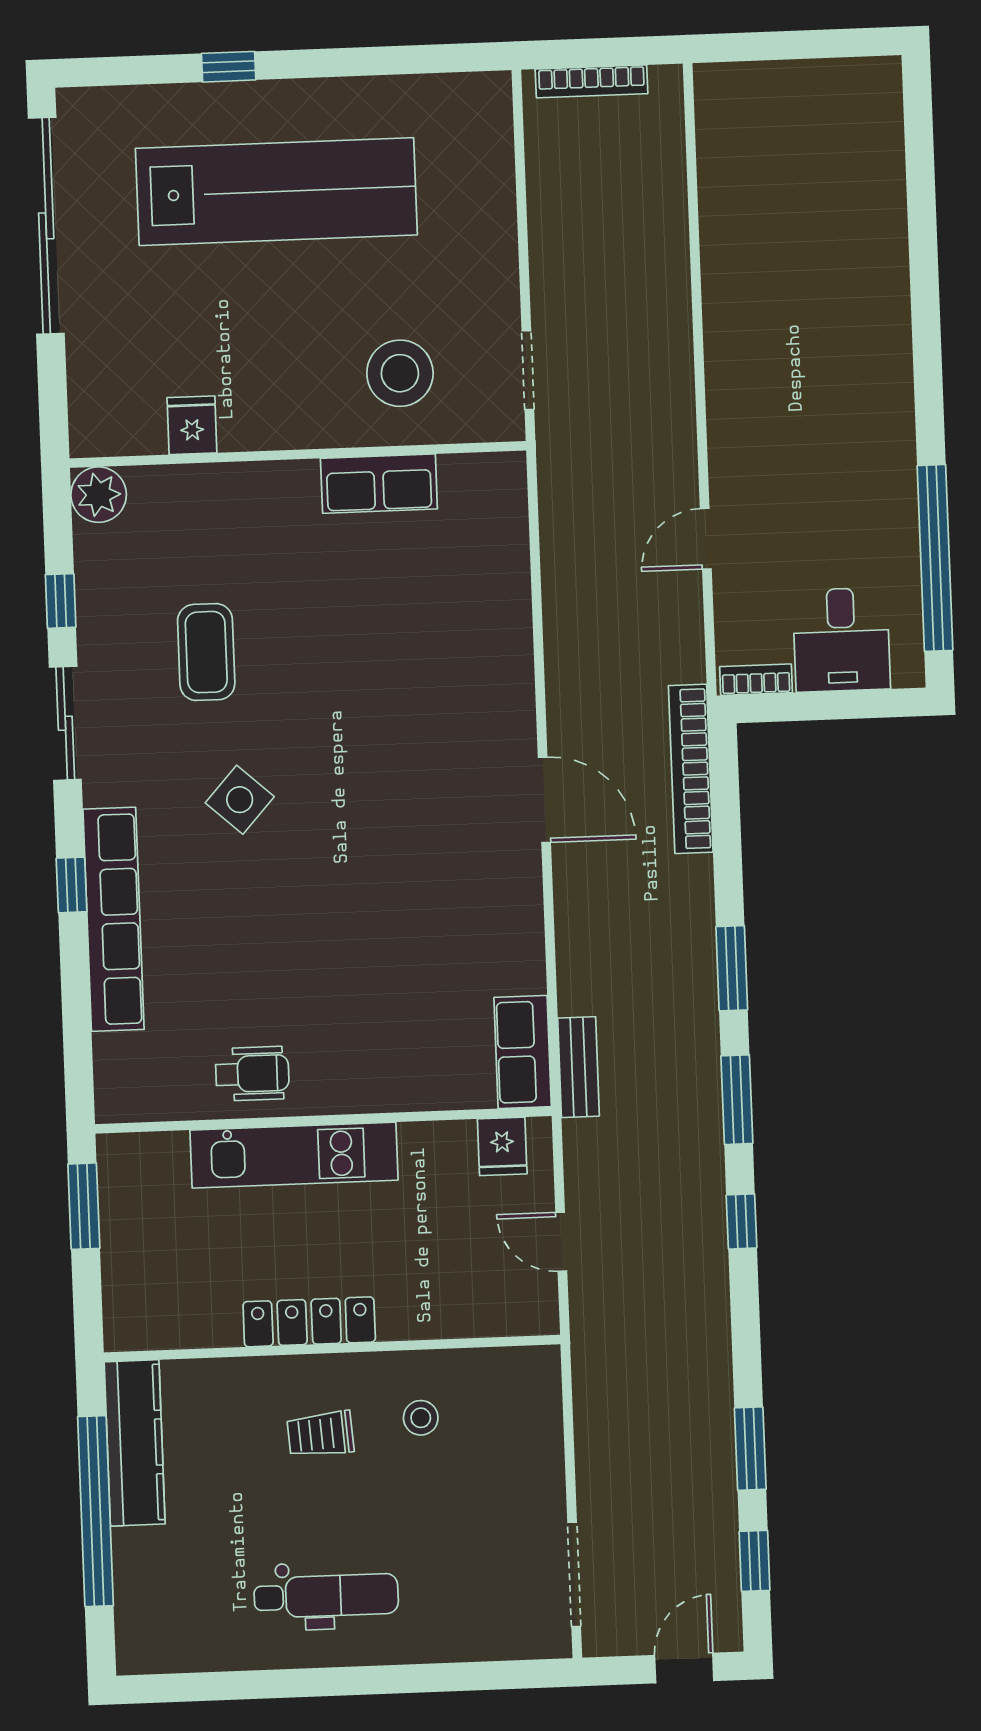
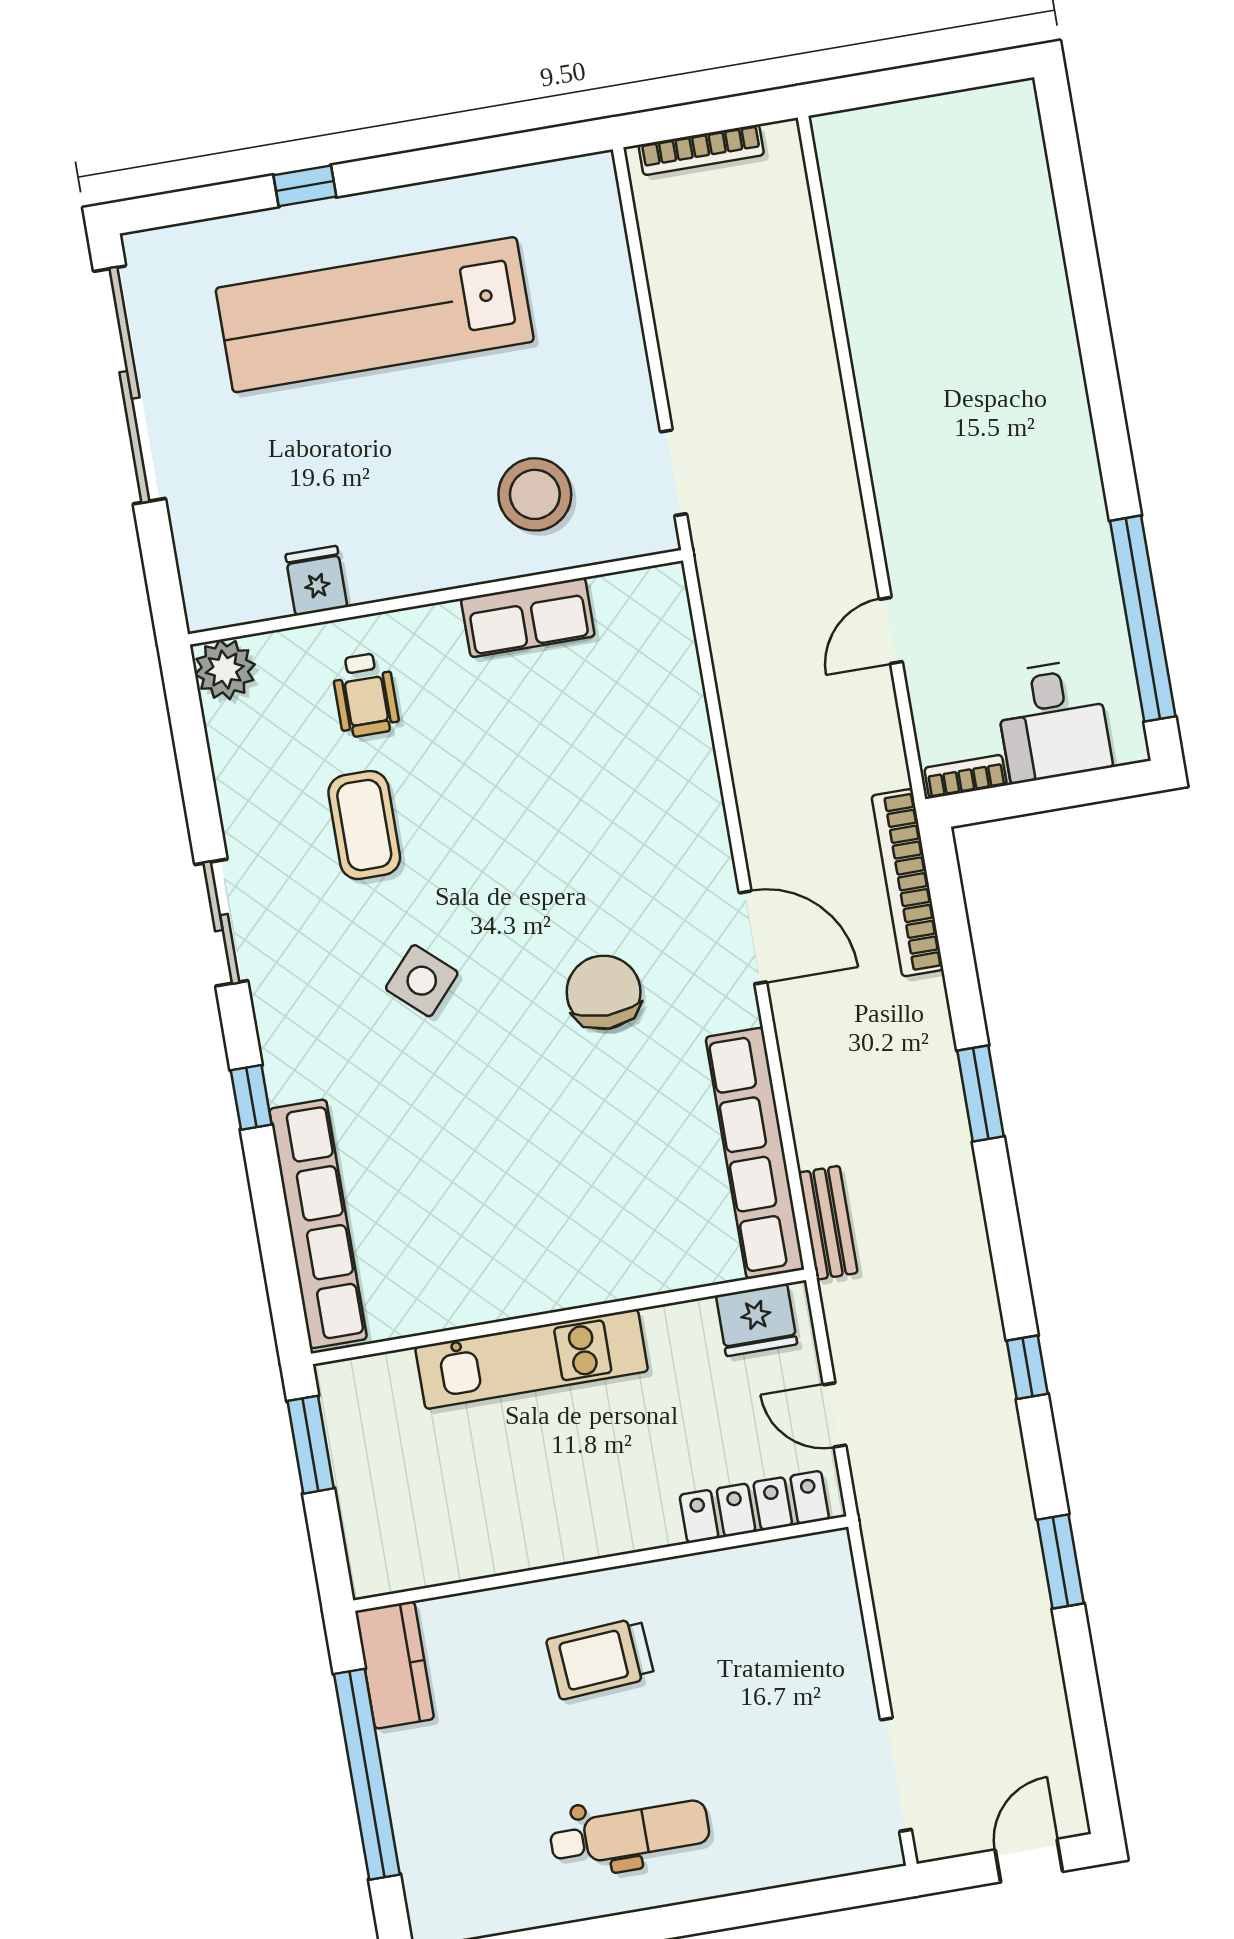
lab bench: (276, 192) -> (375, 315), turned 180
window: (61, 601) -> (199, 790), removed
chair: (403, 832) -> (604, 992), added
row of seats: (114, 919) -> (318, 1224), moved
row of seats: (523, 1052) -> (755, 1153), width x2.02
wheelchair: (252, 1074) -> (365, 695), moved, turned 90
window: (737, 1100) -> (1005, 1236), removed
fridge: (502, 1146) -> (757, 1320), width x1.38
locker: (309, 1322) -> (754, 1507), moved
stool: (421, 1418) -> (707, 1626), removed
trolley: (320, 1434) -> (600, 1658), width x1.36, depth x1.39
kitchen counter: (135, 1443) -> (395, 1665), width x0.67
window: (750, 1449) -> (1061, 1561), moved
window: (755, 1561) -> (1090, 1734), removed

